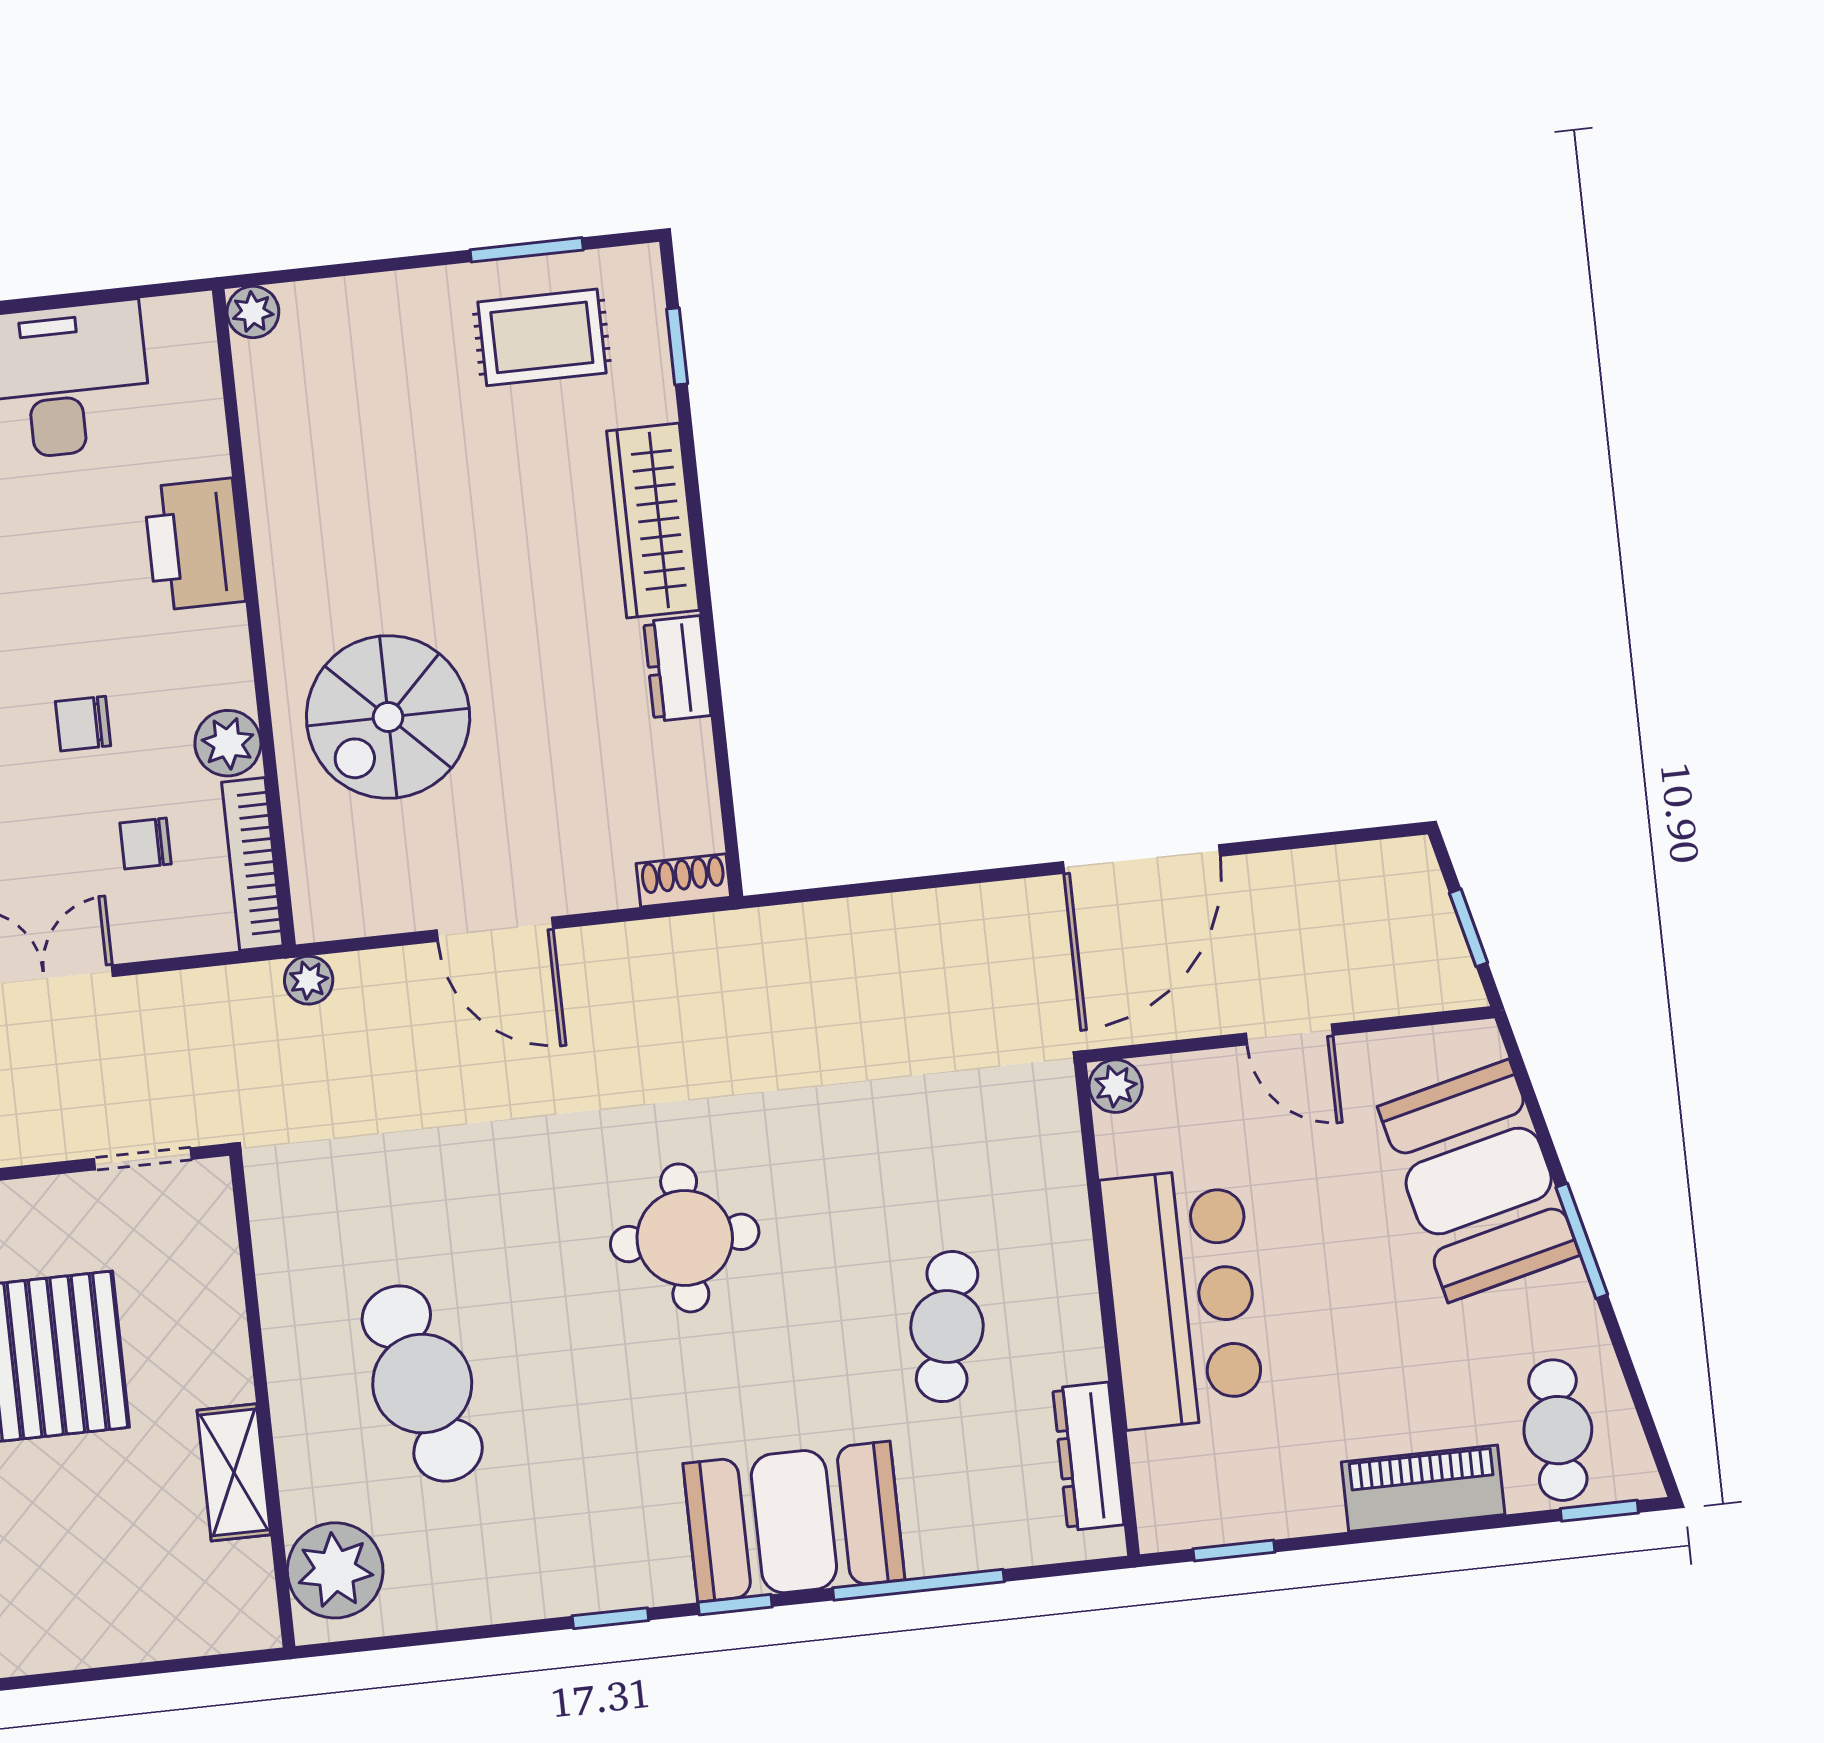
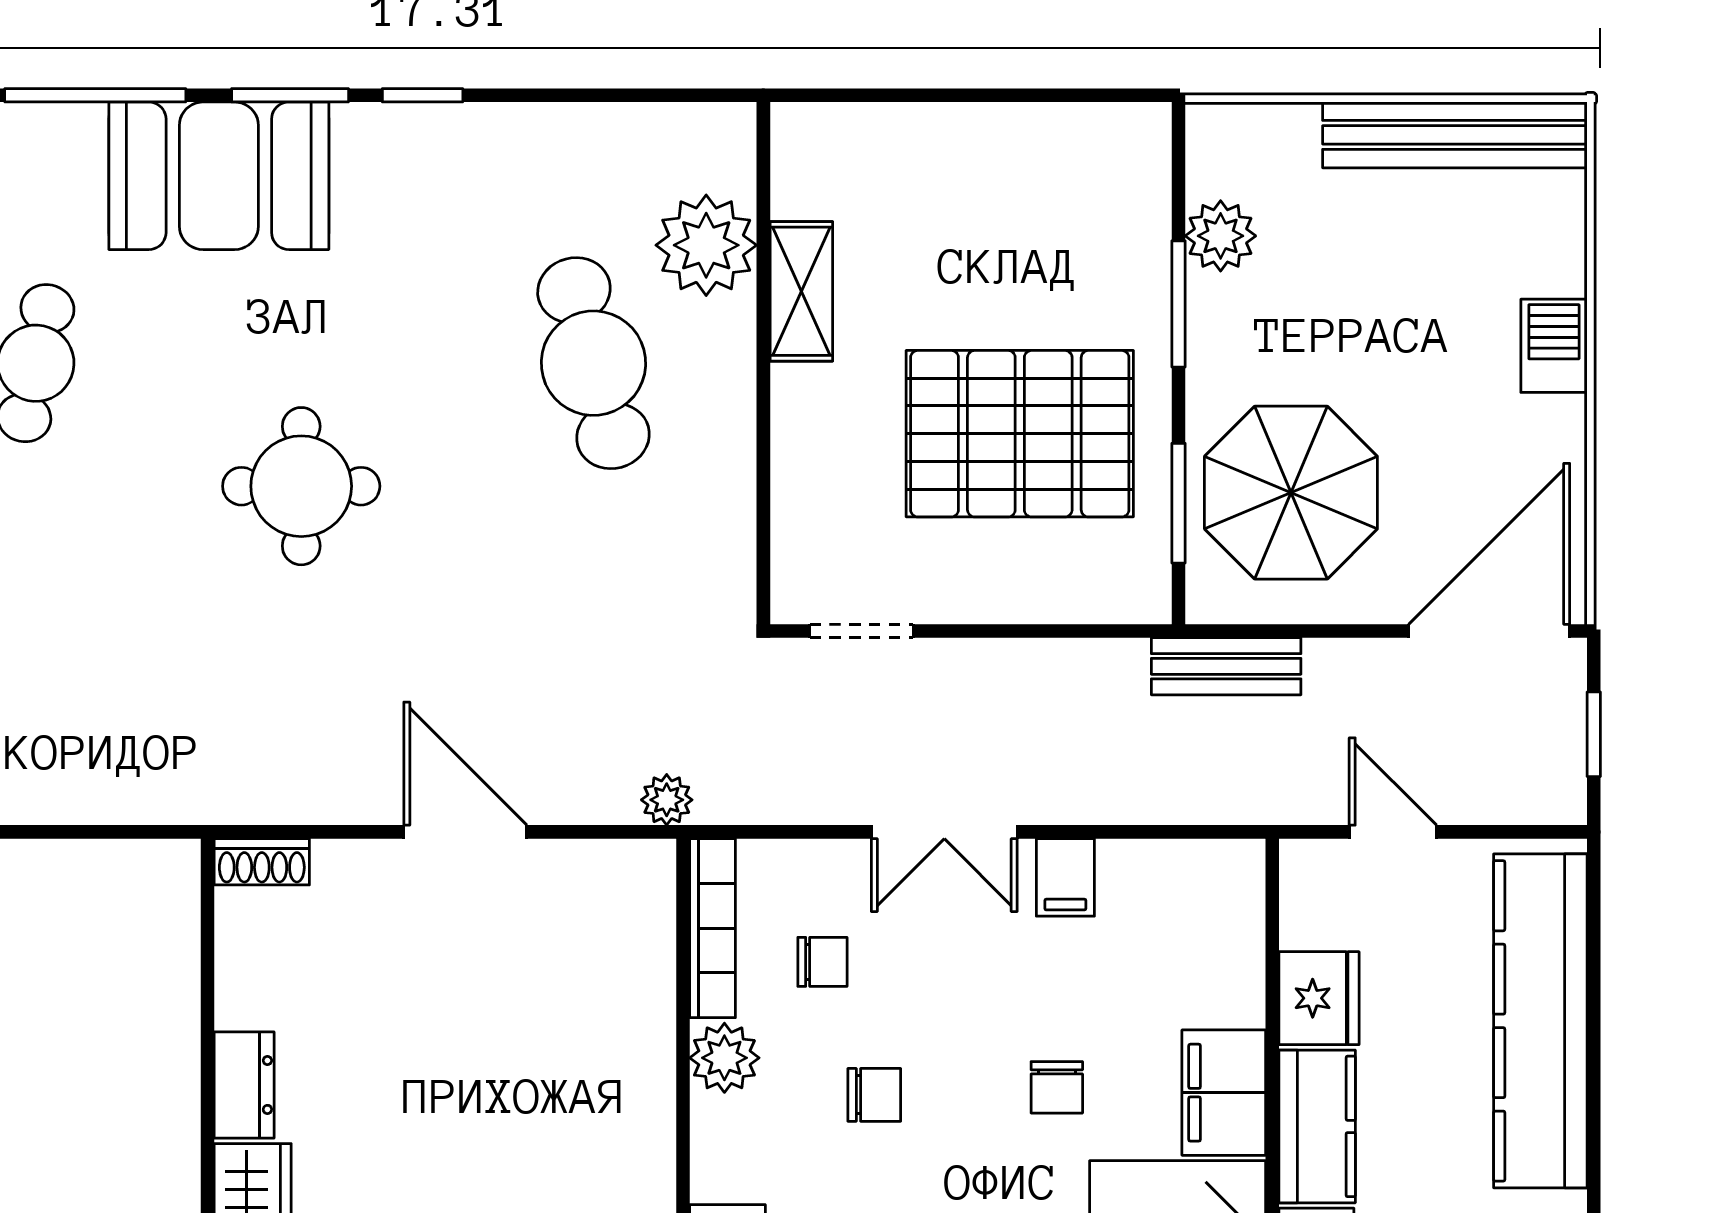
spiral stairs: (388, 717) -> (553, 1067), removed
plant: (335, 1570) -> (706, 245), moved
window: (735, 1605) -> (290, 95), width x1.50

